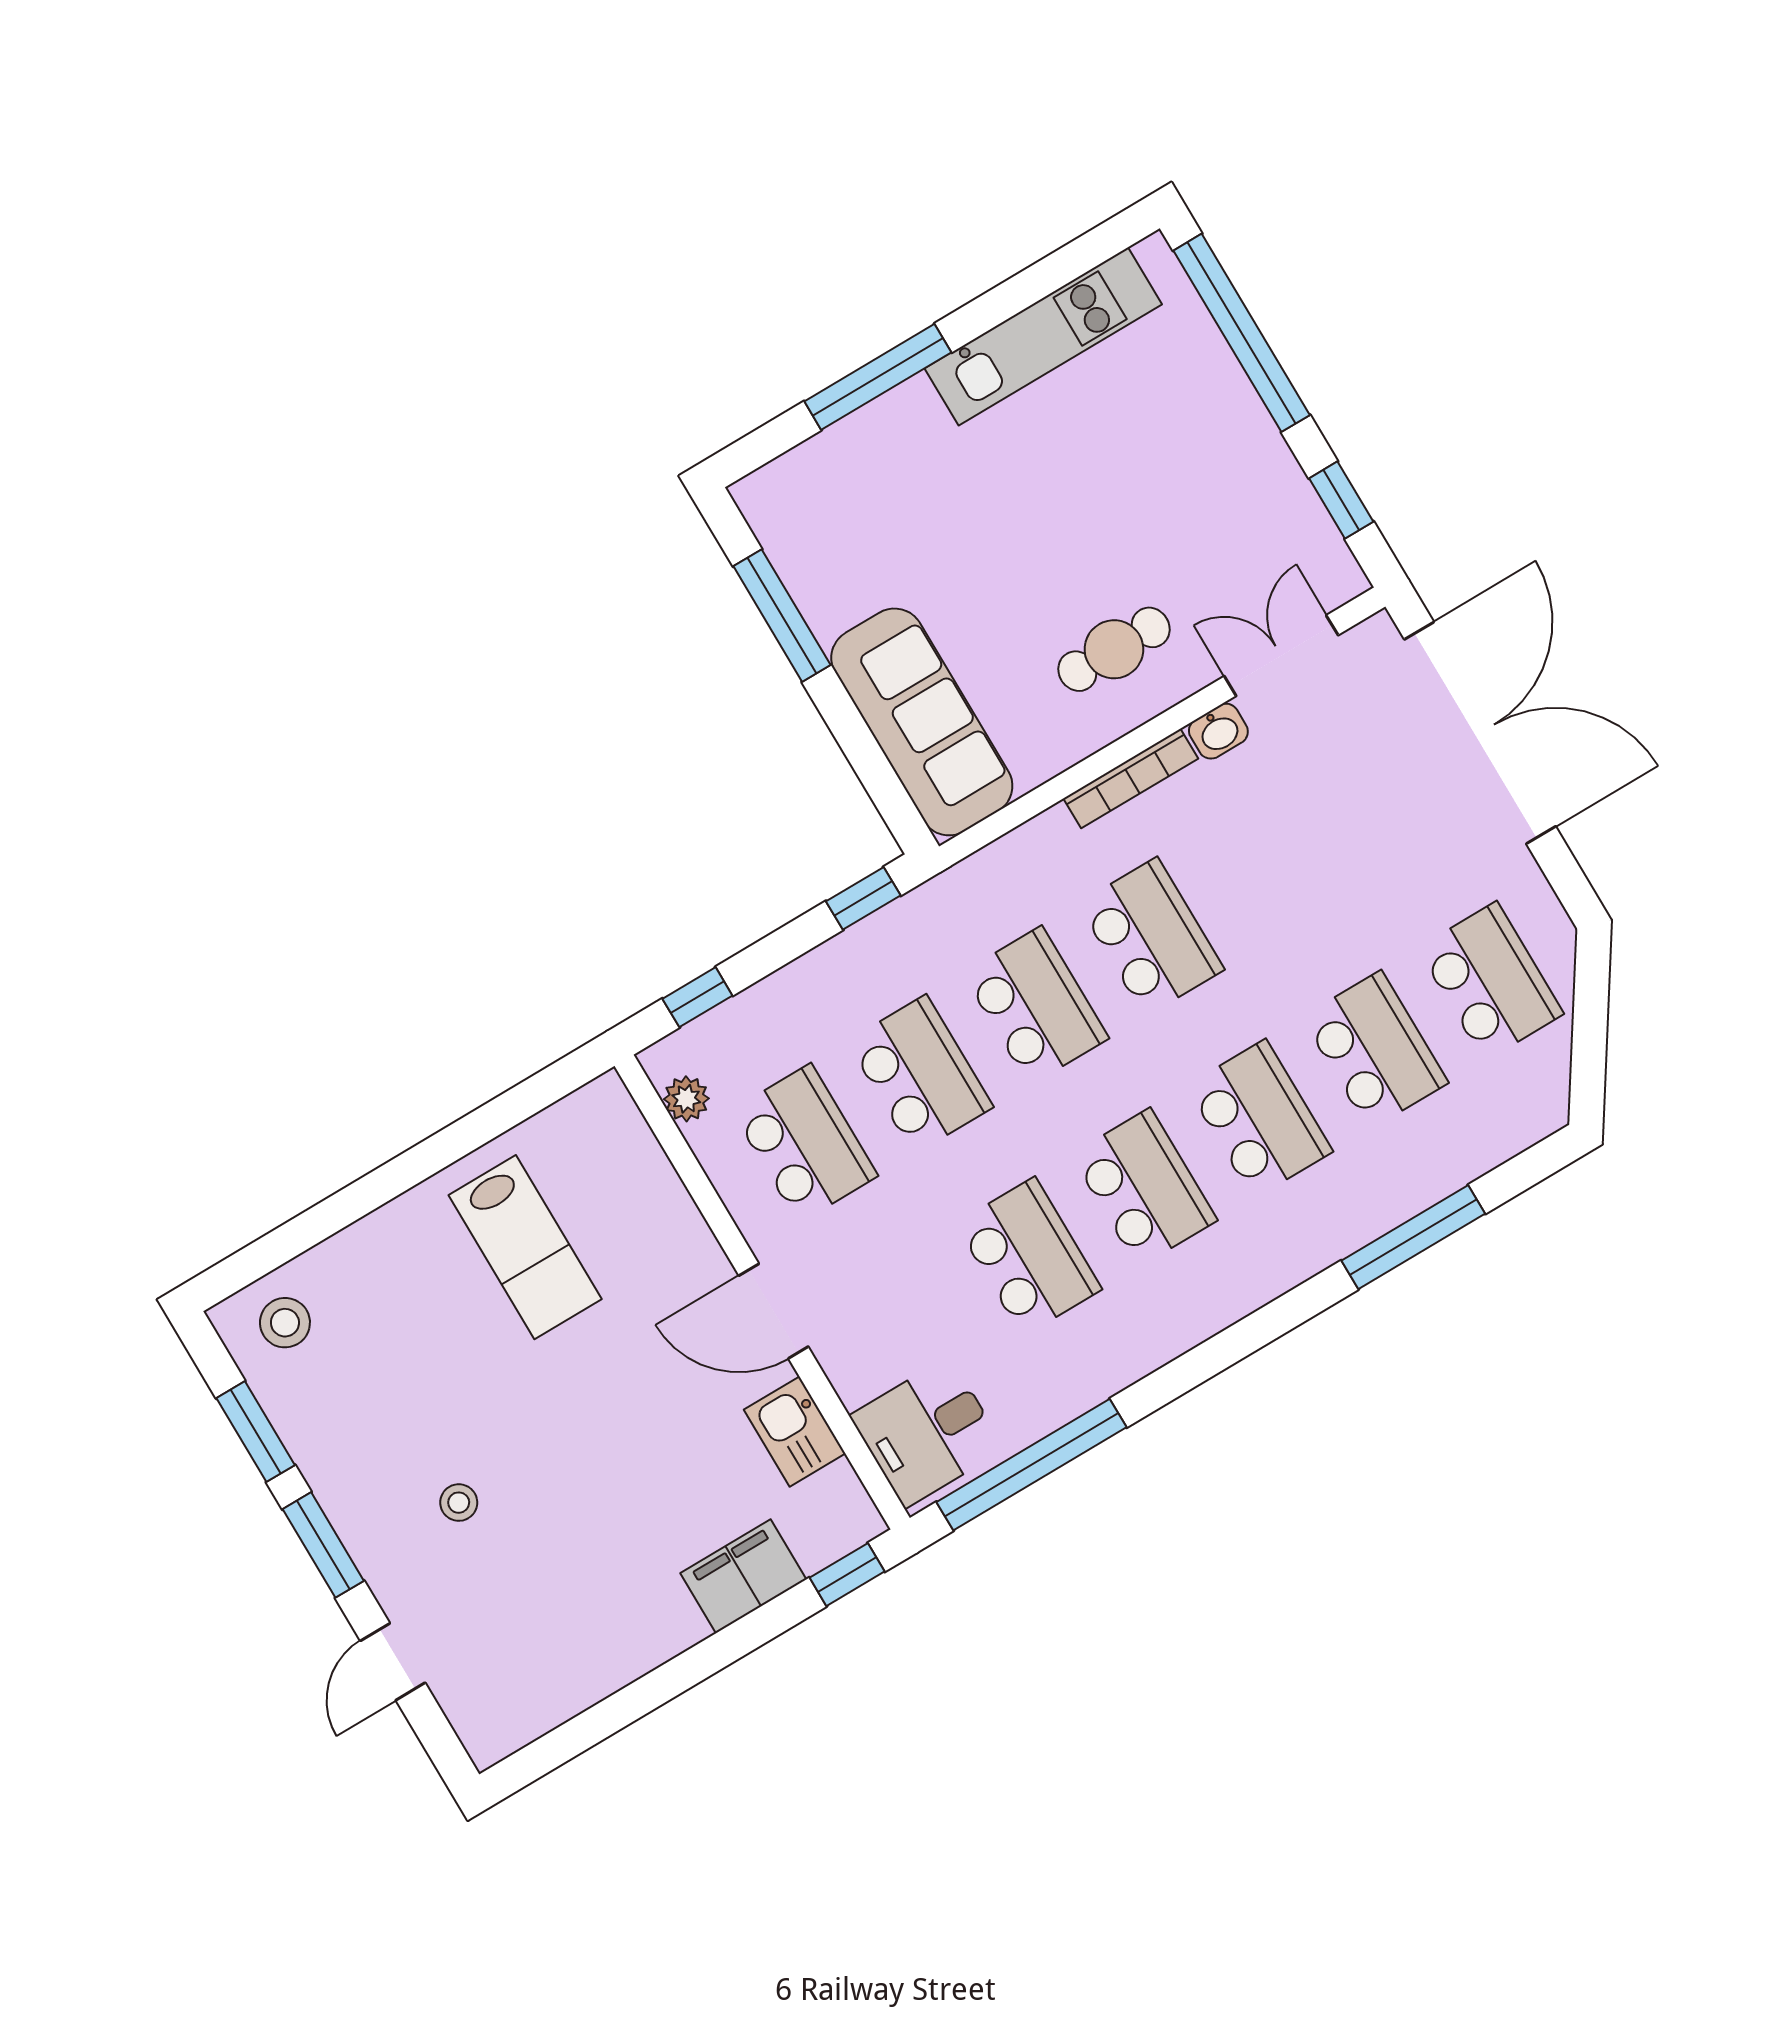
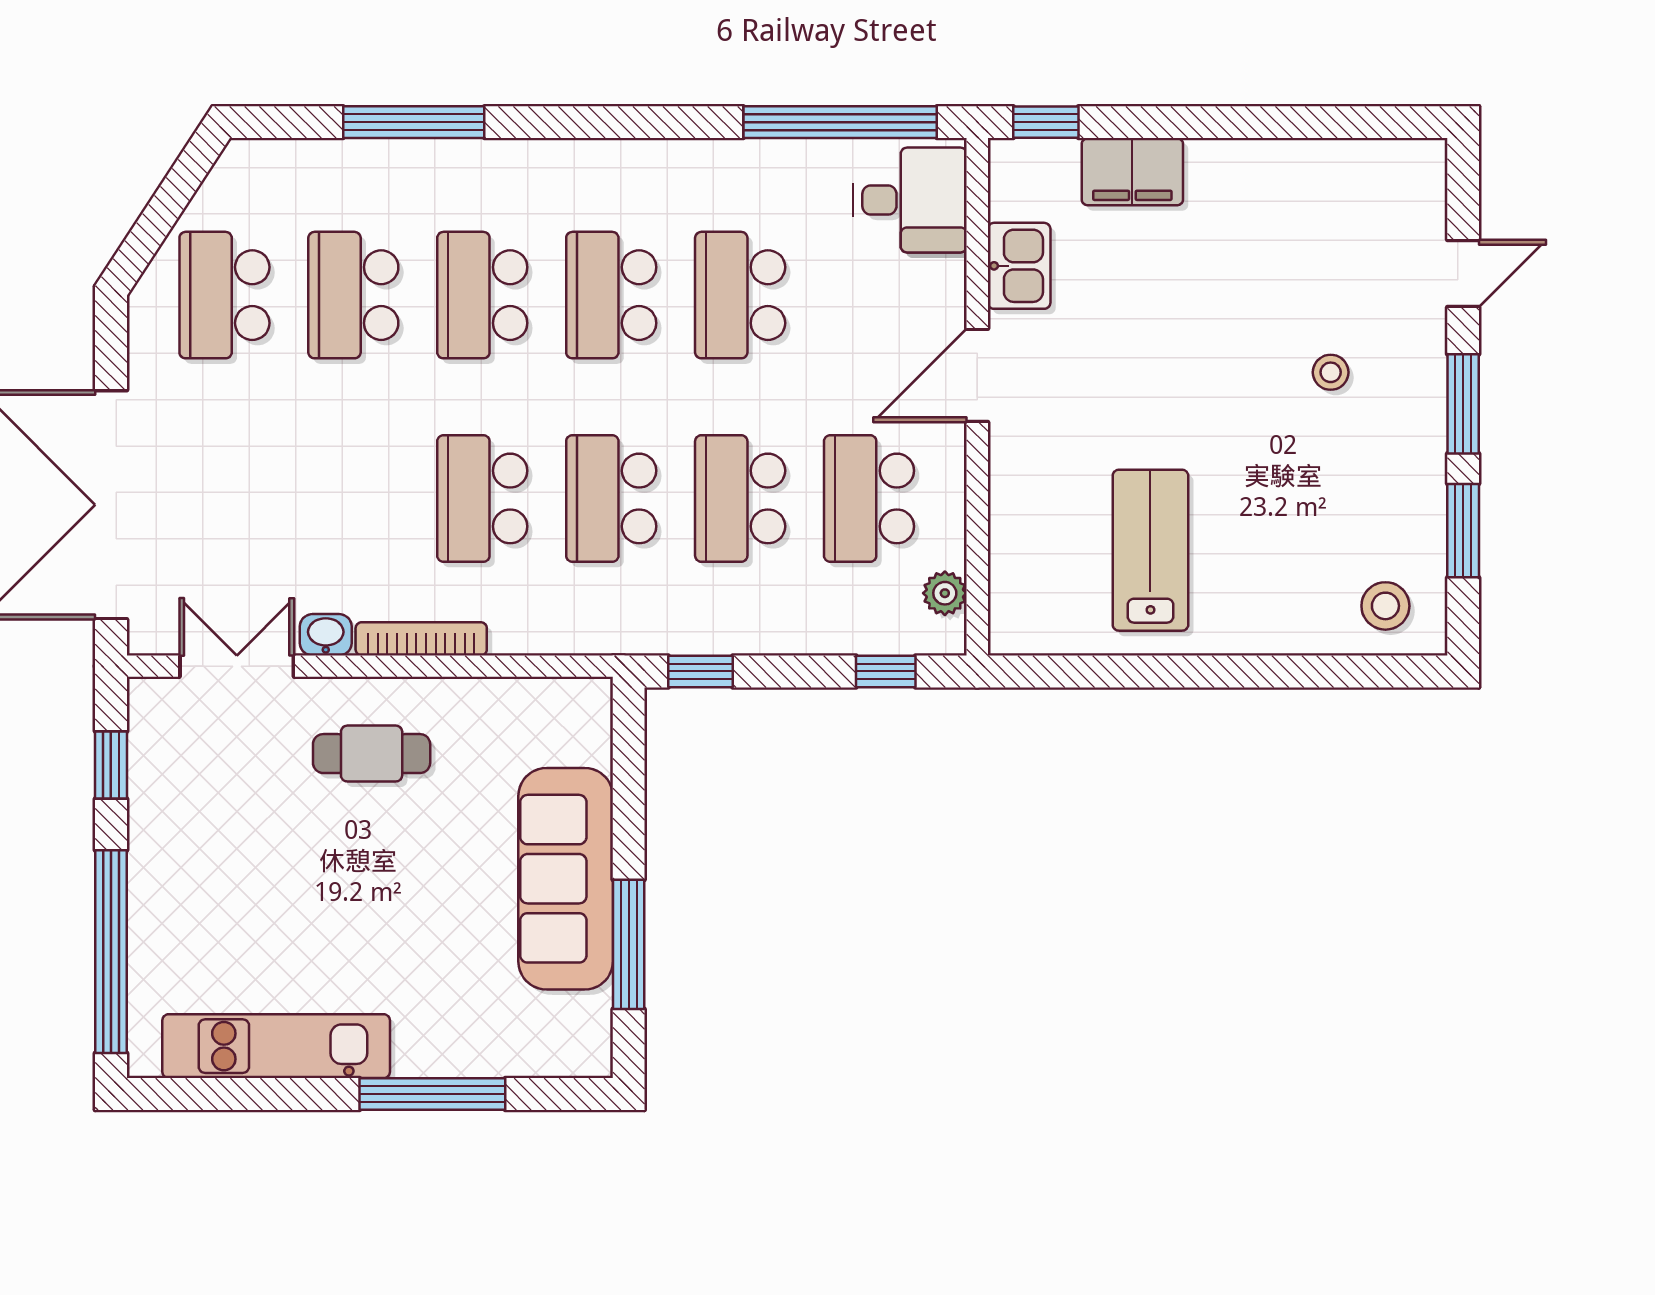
double door: (1281, 656) -> (237, 666), swing flipped
sofa: (922, 722) -> (566, 879), moved
door: (774, 1311) -> (977, 375), swing flipped

